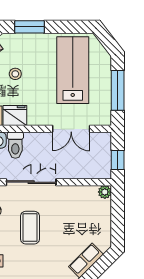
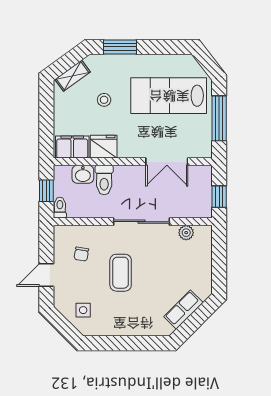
lab bench: (73, 70) -> (169, 96), turned -90
sliding door: (31, 182) -> (142, 222), moved
plant: (105, 192) -> (186, 233), moved

